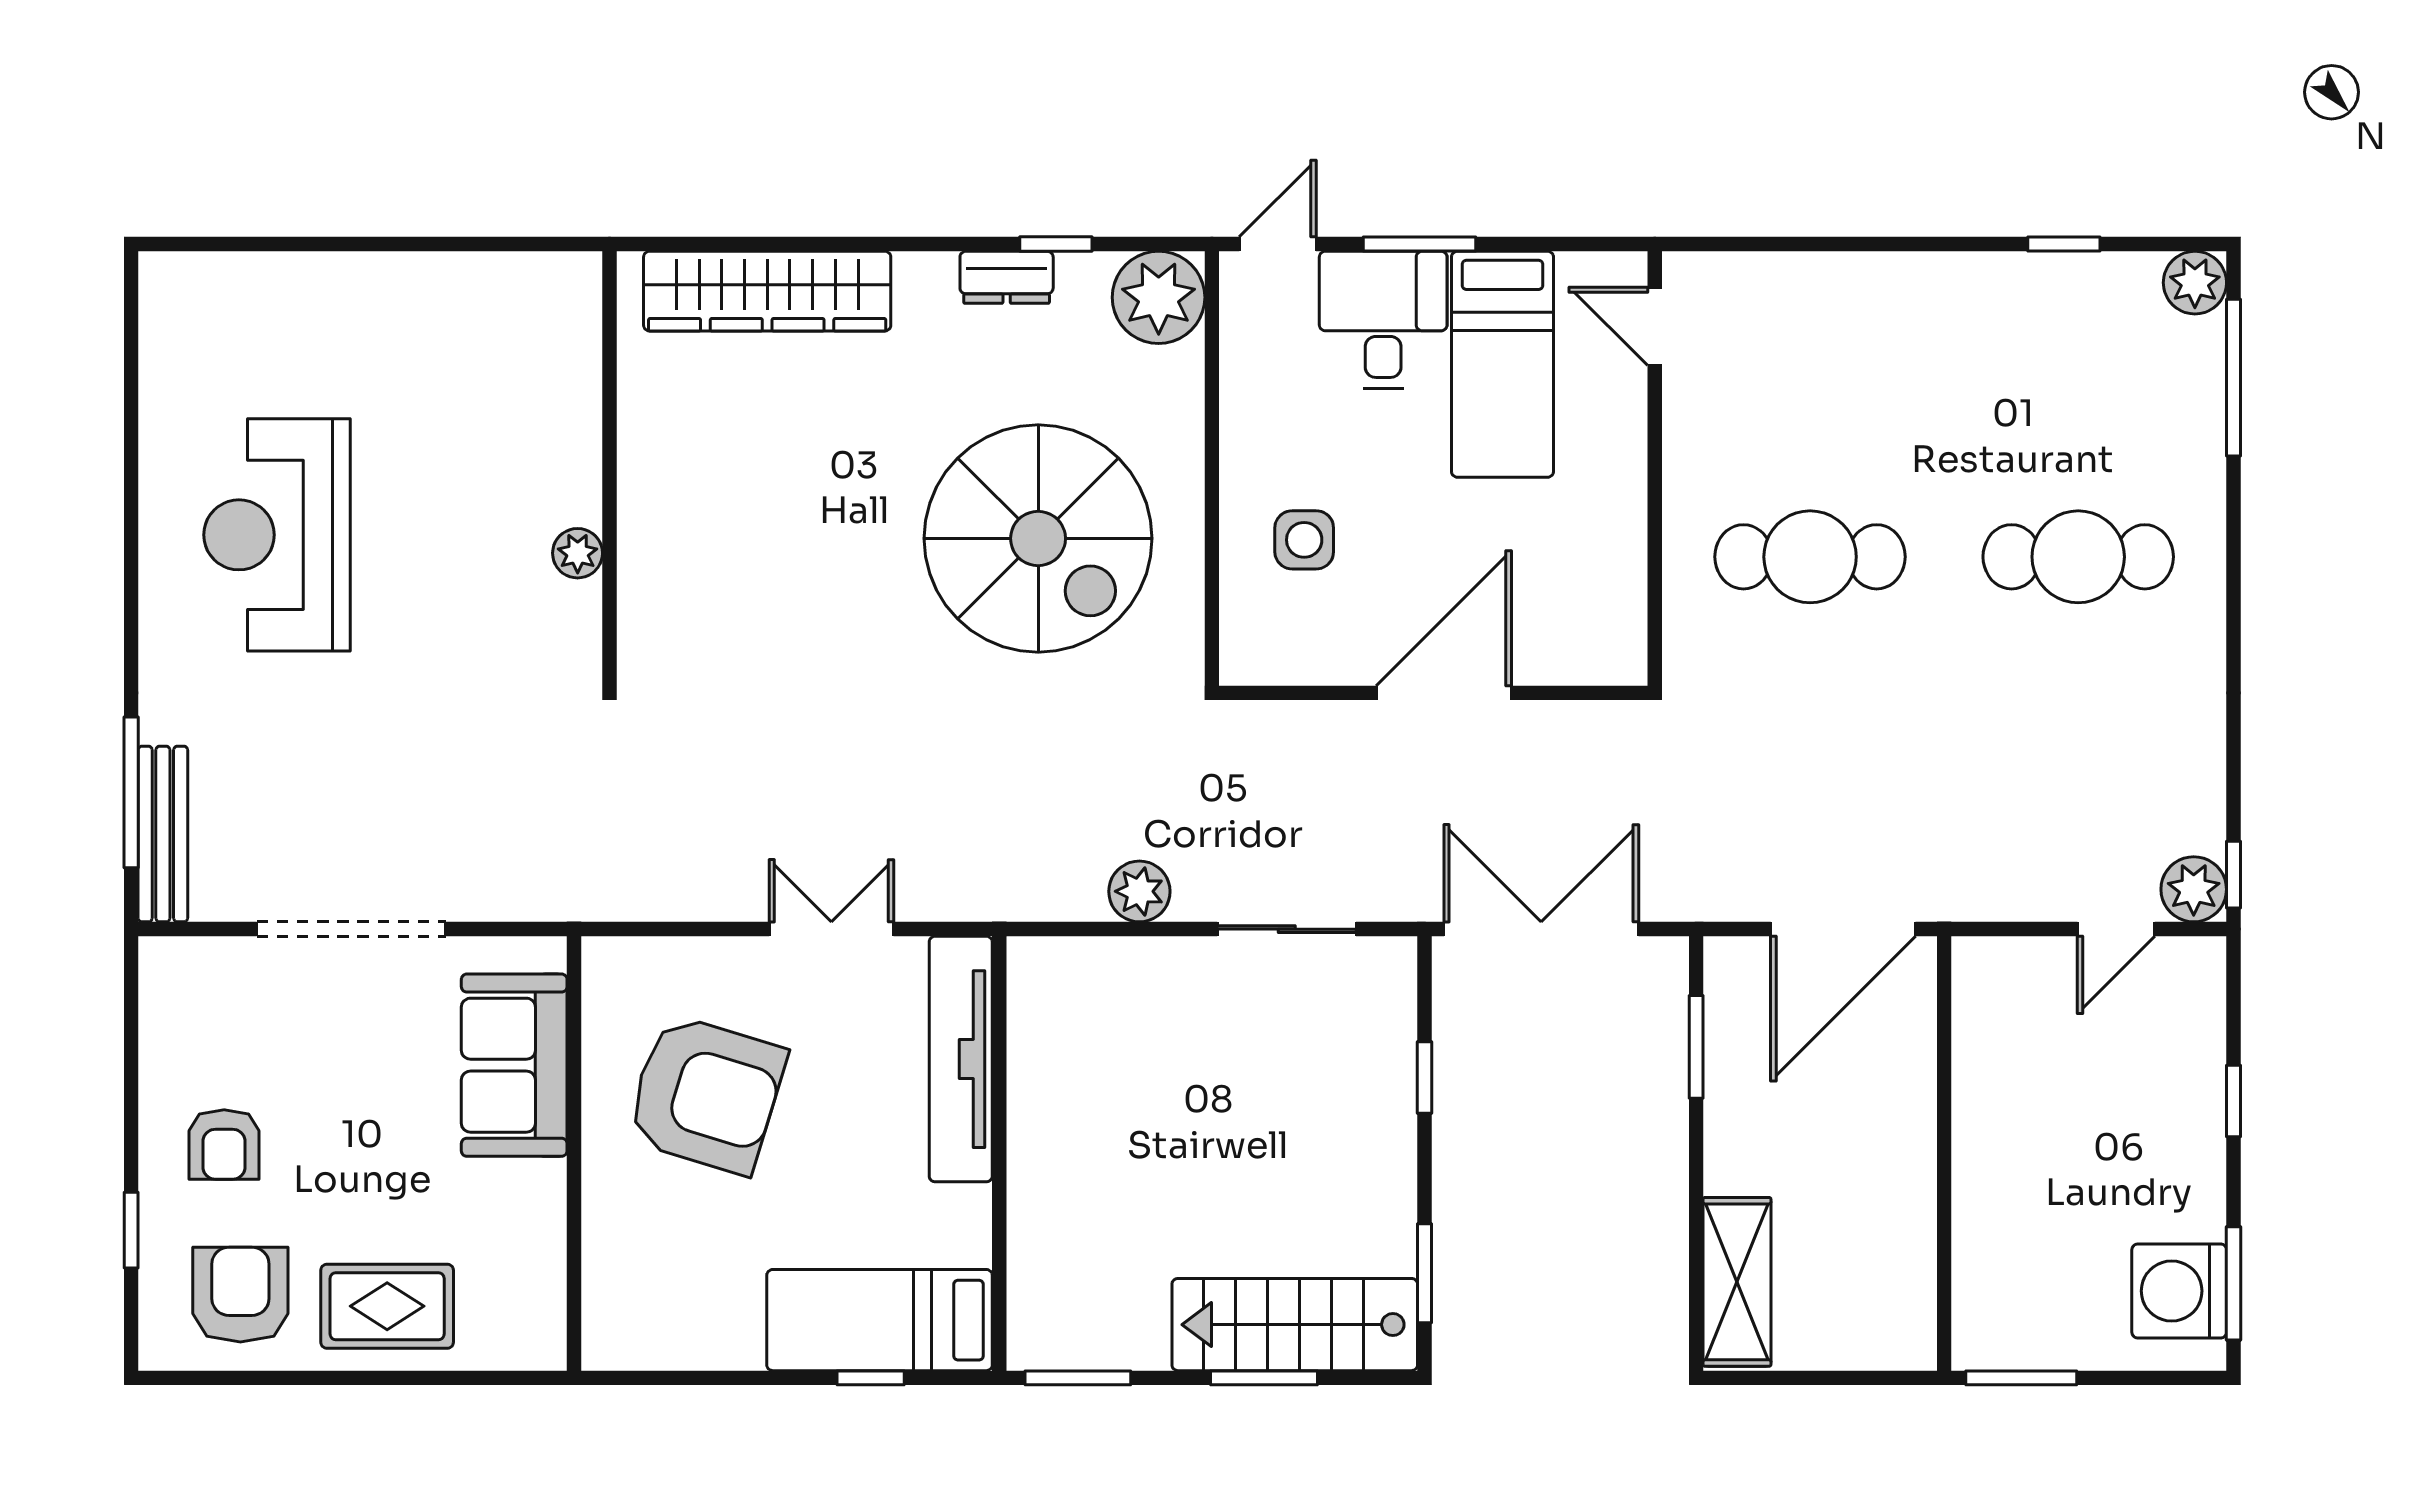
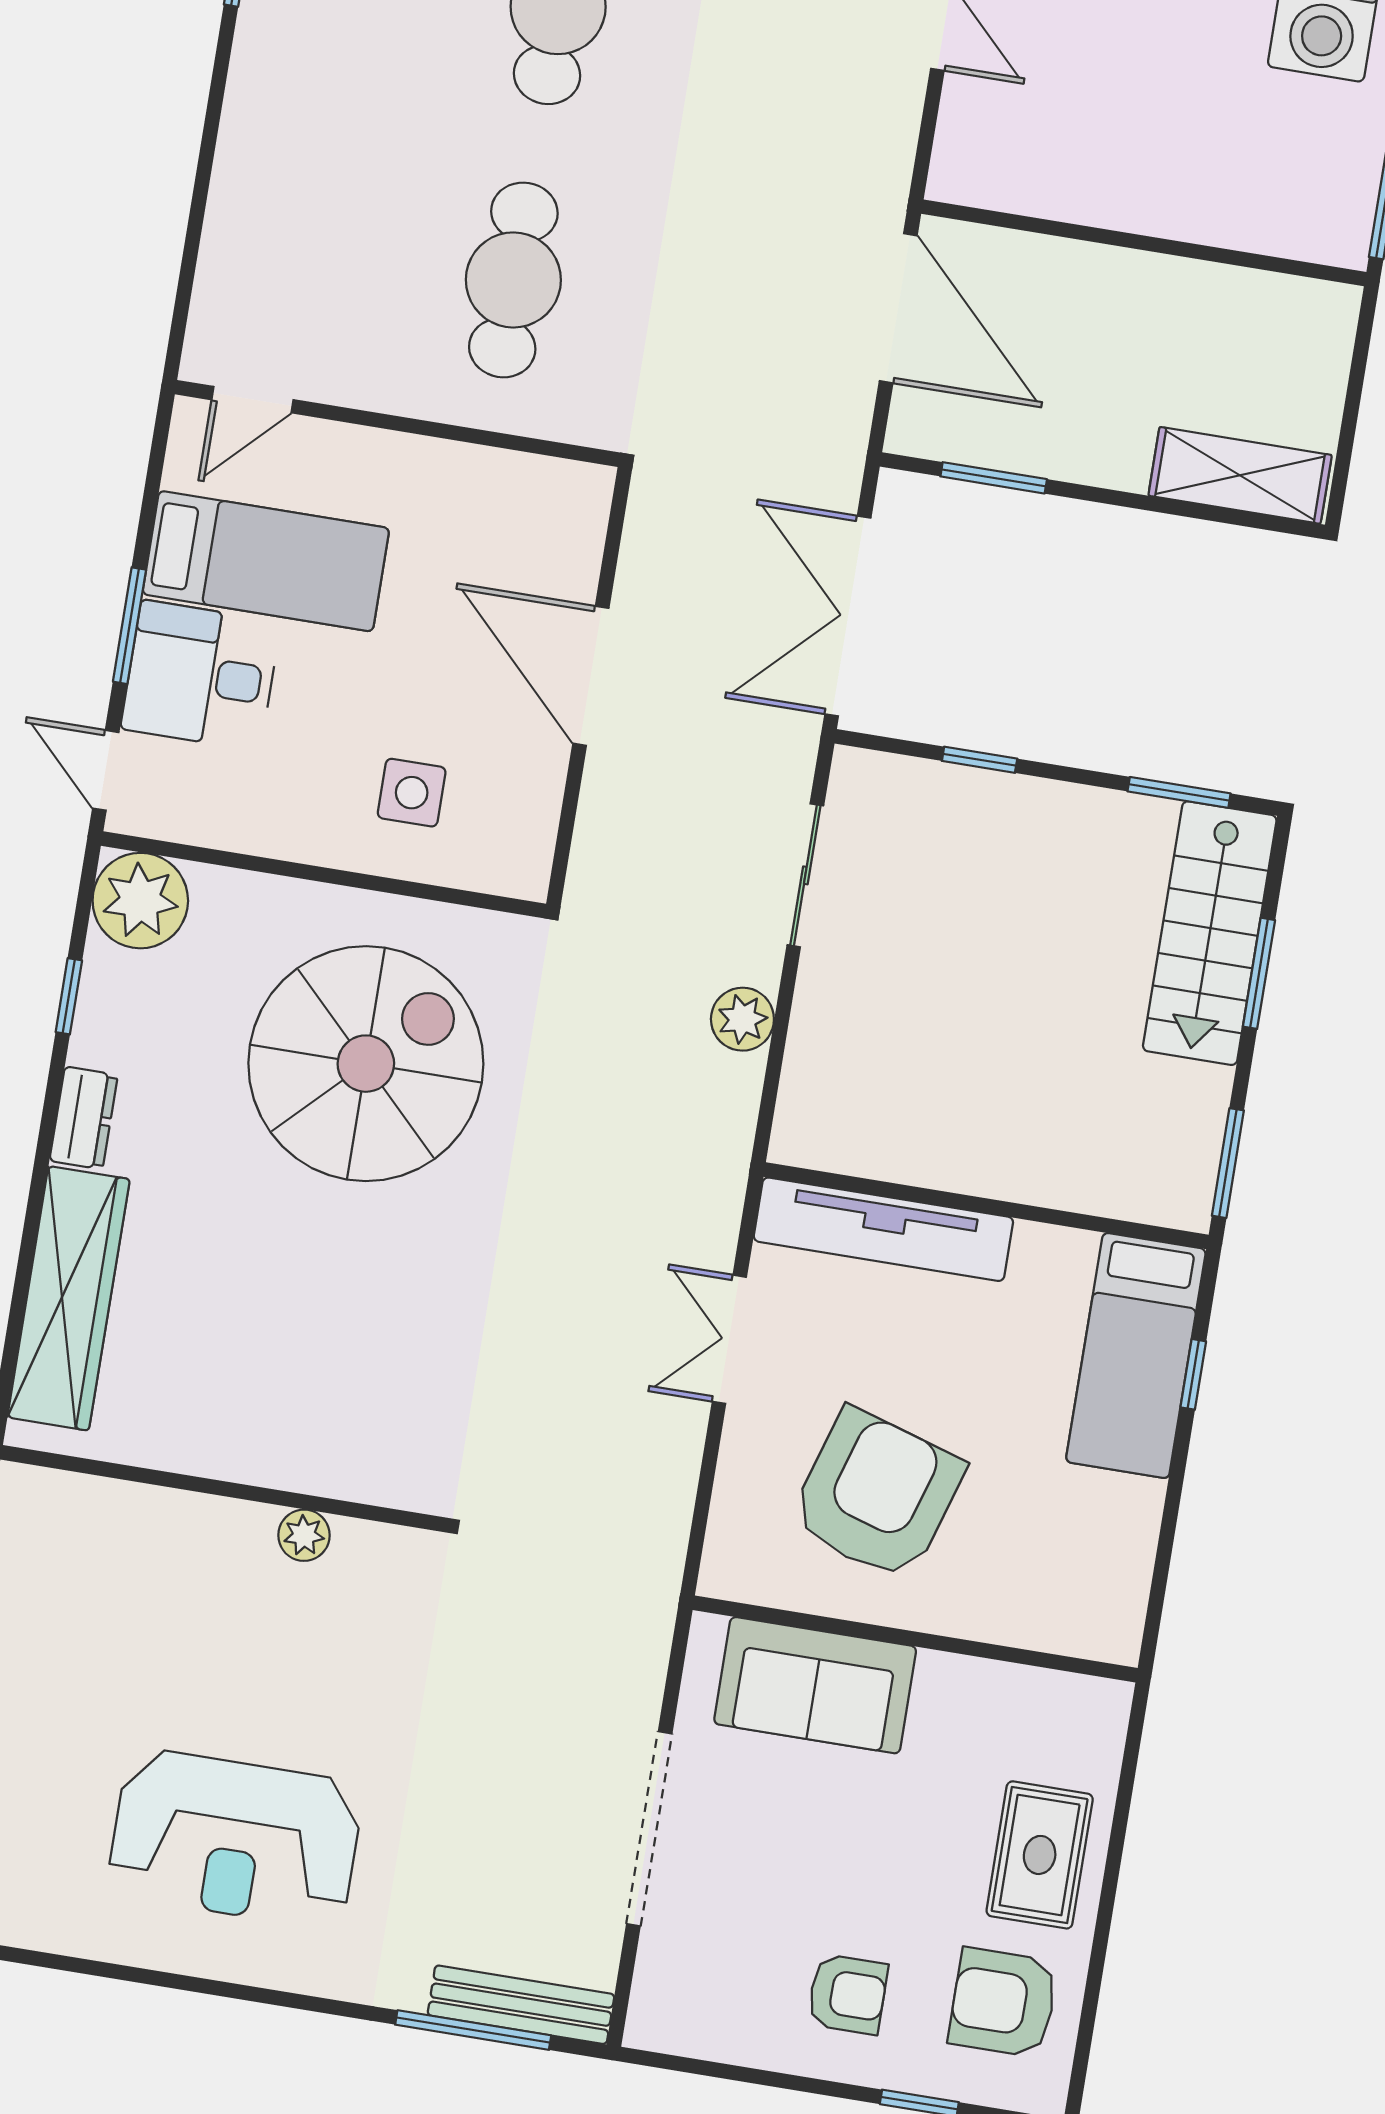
dresser: (1007, 277) -> (84, 1118), moved

